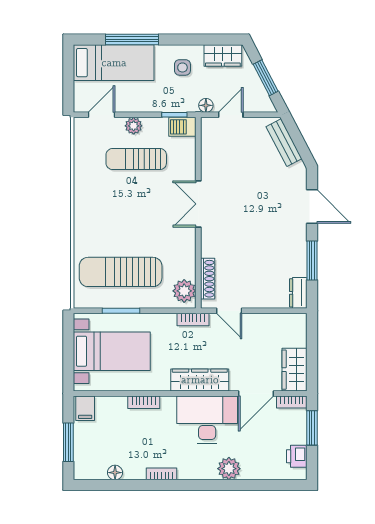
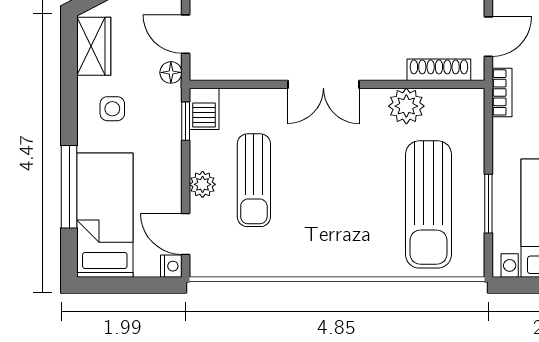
nightstand: (81, 106) -> (171, 266), added
plant: (184, 291) -> (406, 106), moved

